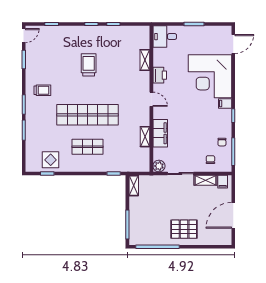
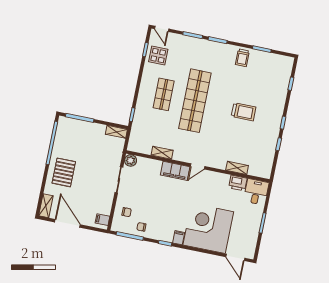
door: (24, 36) -> (162, 29), moved
printer: (160, 75) -> (238, 183), moved
trolley: (42, 90) -> (242, 58), moved
filing cabinet: (160, 133) -> (175, 171), moved
shelving: (206, 180) -> (46, 206), moved

